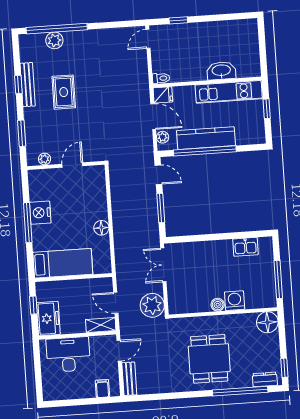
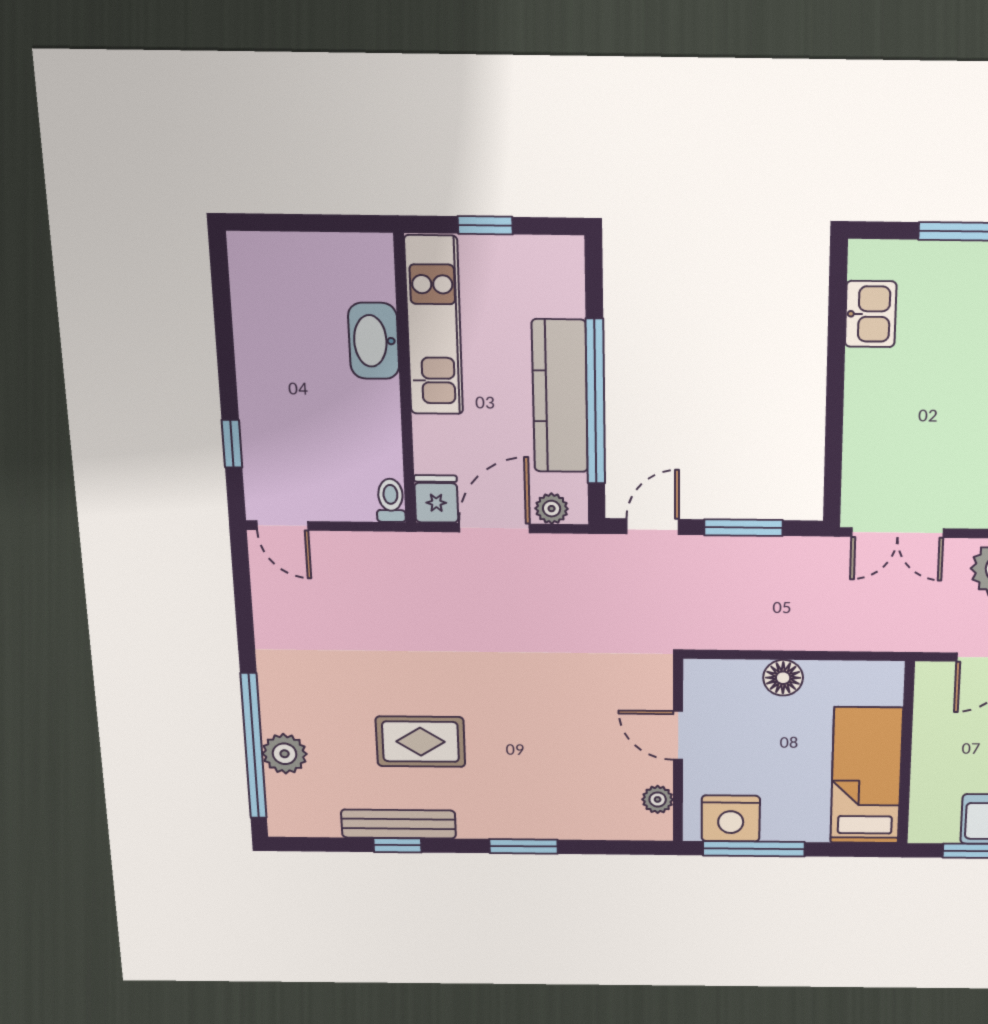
plant: (45, 159) -> (658, 799), moved
wall: (66, 165) -> (678, 751), moved
door: (72, 165) -> (678, 736), moved

